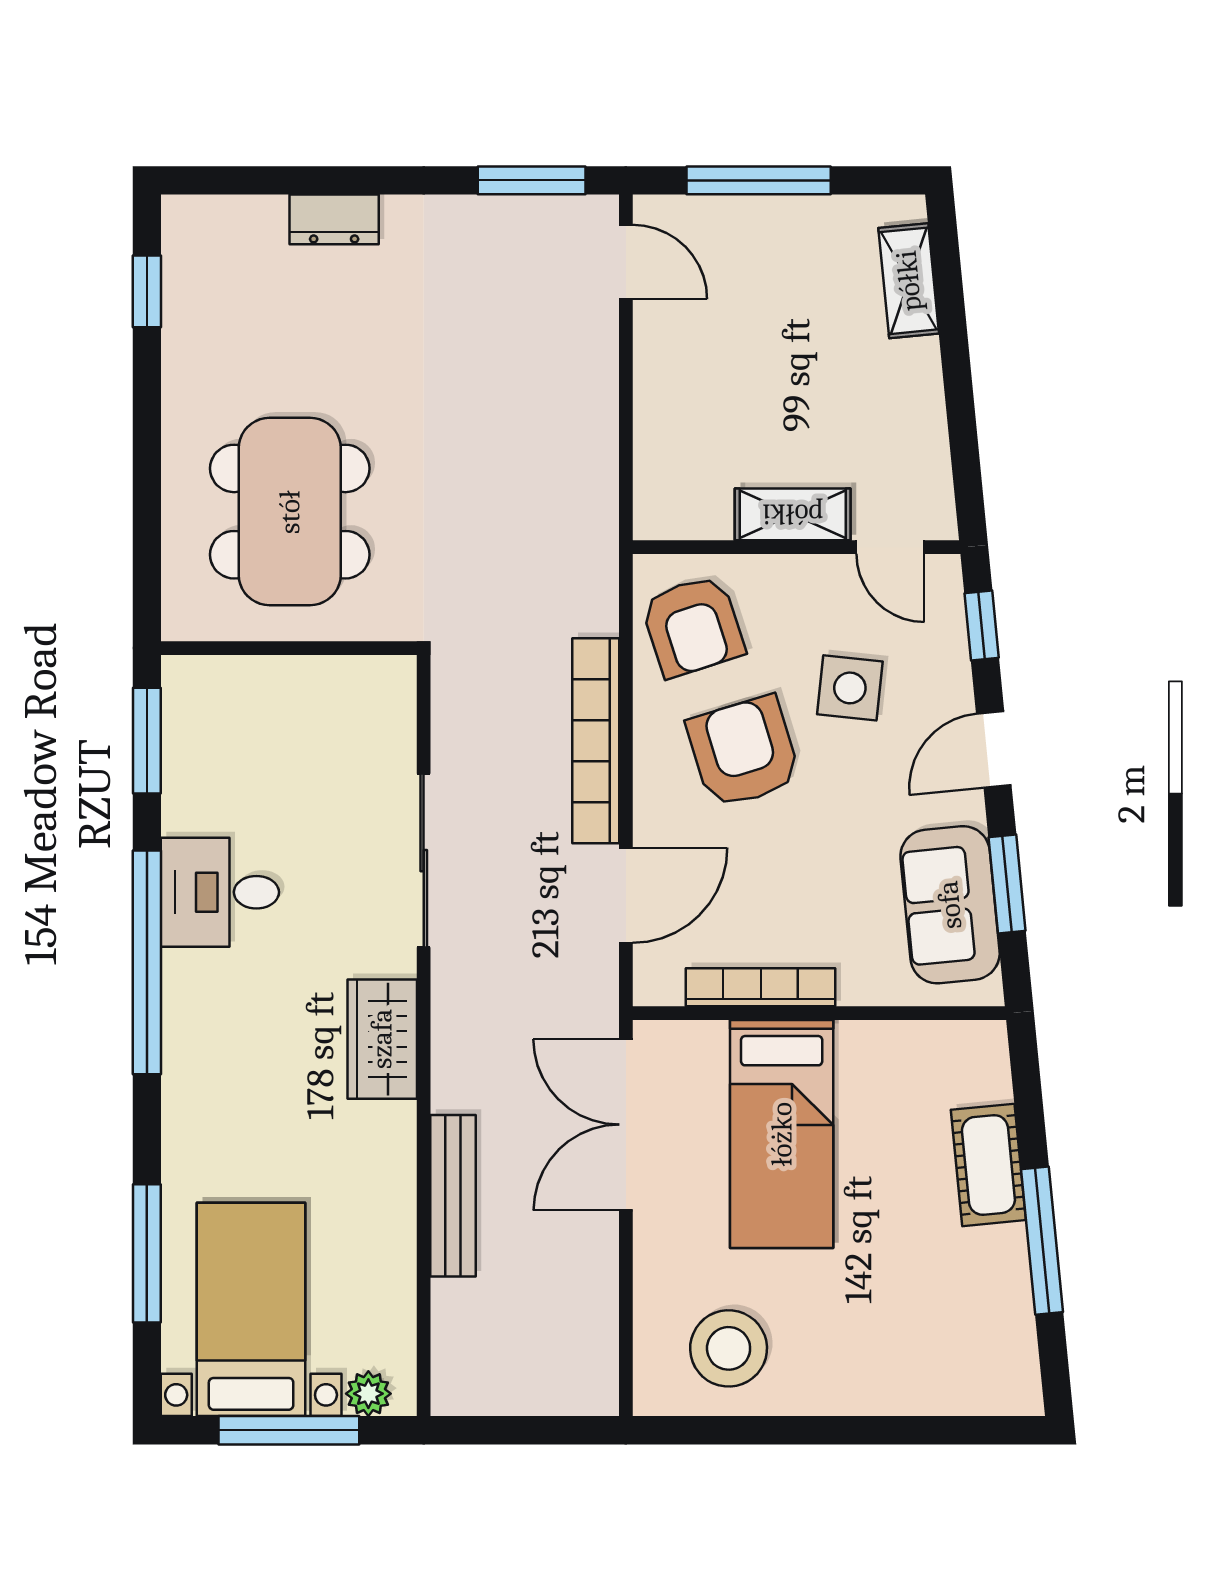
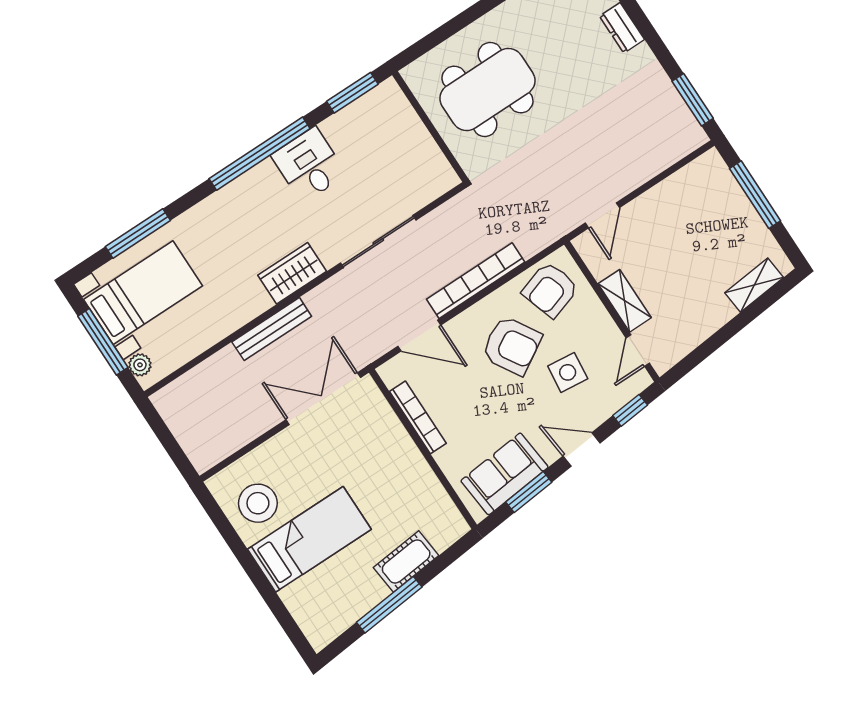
door: (626, 262) -> (602, 215), moved
armchair: (744, 752) -> (512, 345), turned 76
bed: (782, 1134) -> (309, 539), moved, turned 180
bench: (453, 1196) -> (272, 329), moved

